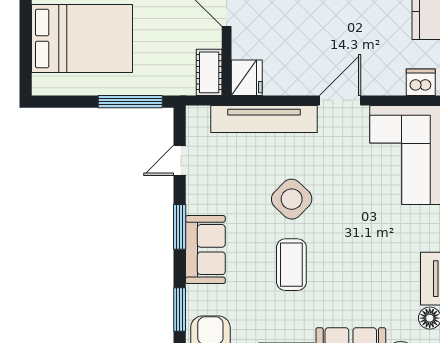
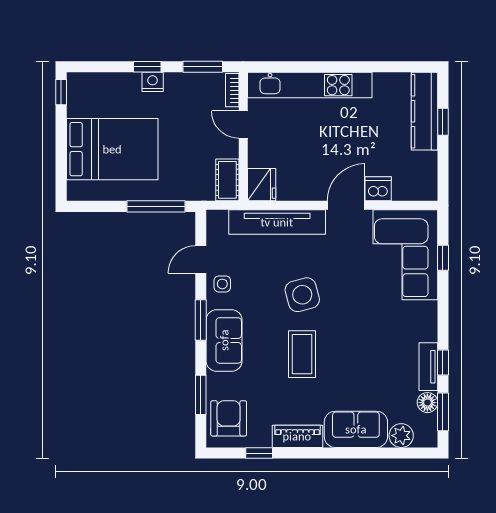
dishwasher: (421, 82) -> (378, 189), moved
side table: (203, 187) -> (222, 284), added
side table: (292, 199) -> (302, 295), turned 31

